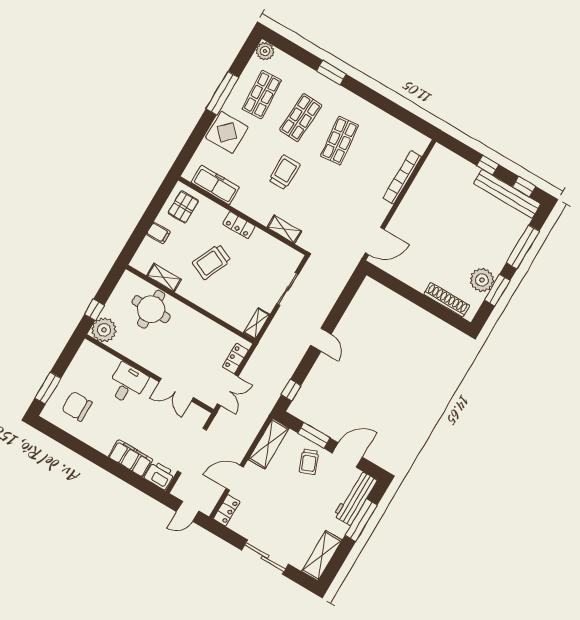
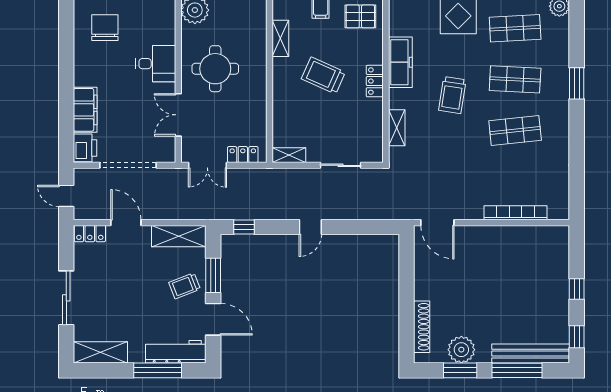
trolley: (284, 172) -> (452, 95), turned 99
freezer: (215, 185) -> (400, 62), moved
bench: (507, 194) -> (531, 354), moved, turned 90
round table: (151, 309) -> (215, 69), moved

